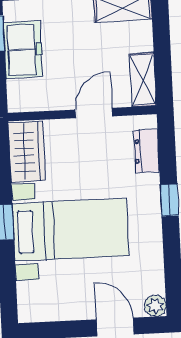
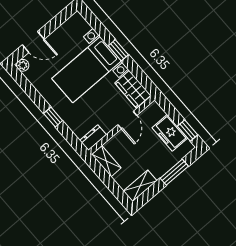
door: (94, 113) -> (127, 120), moved
dresser: (146, 151) -> (93, 138), moved, turned -90

